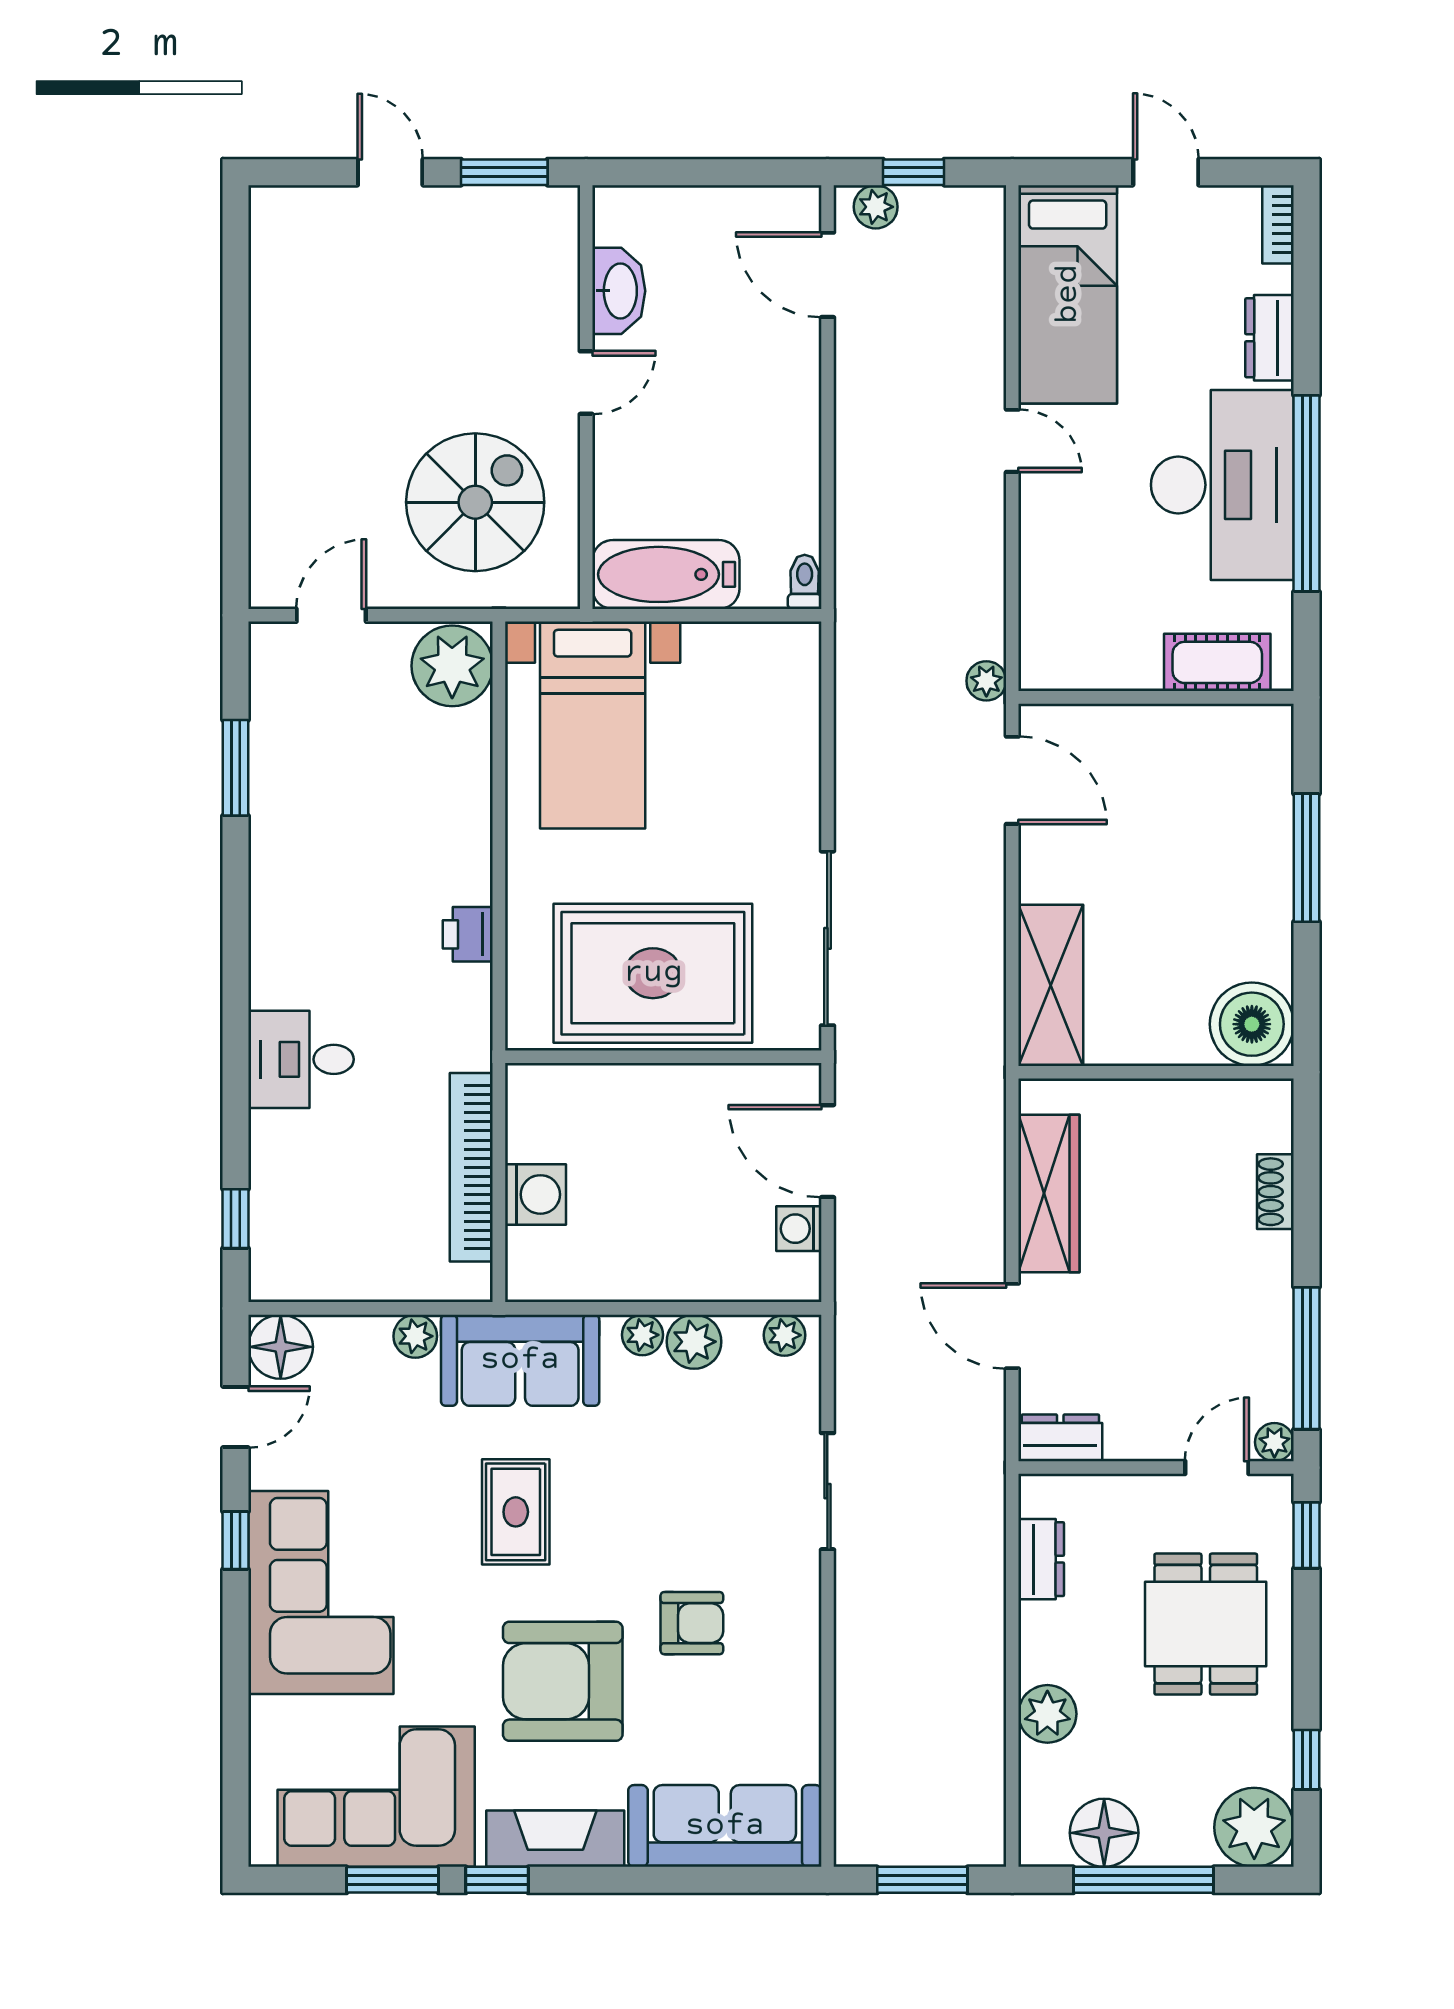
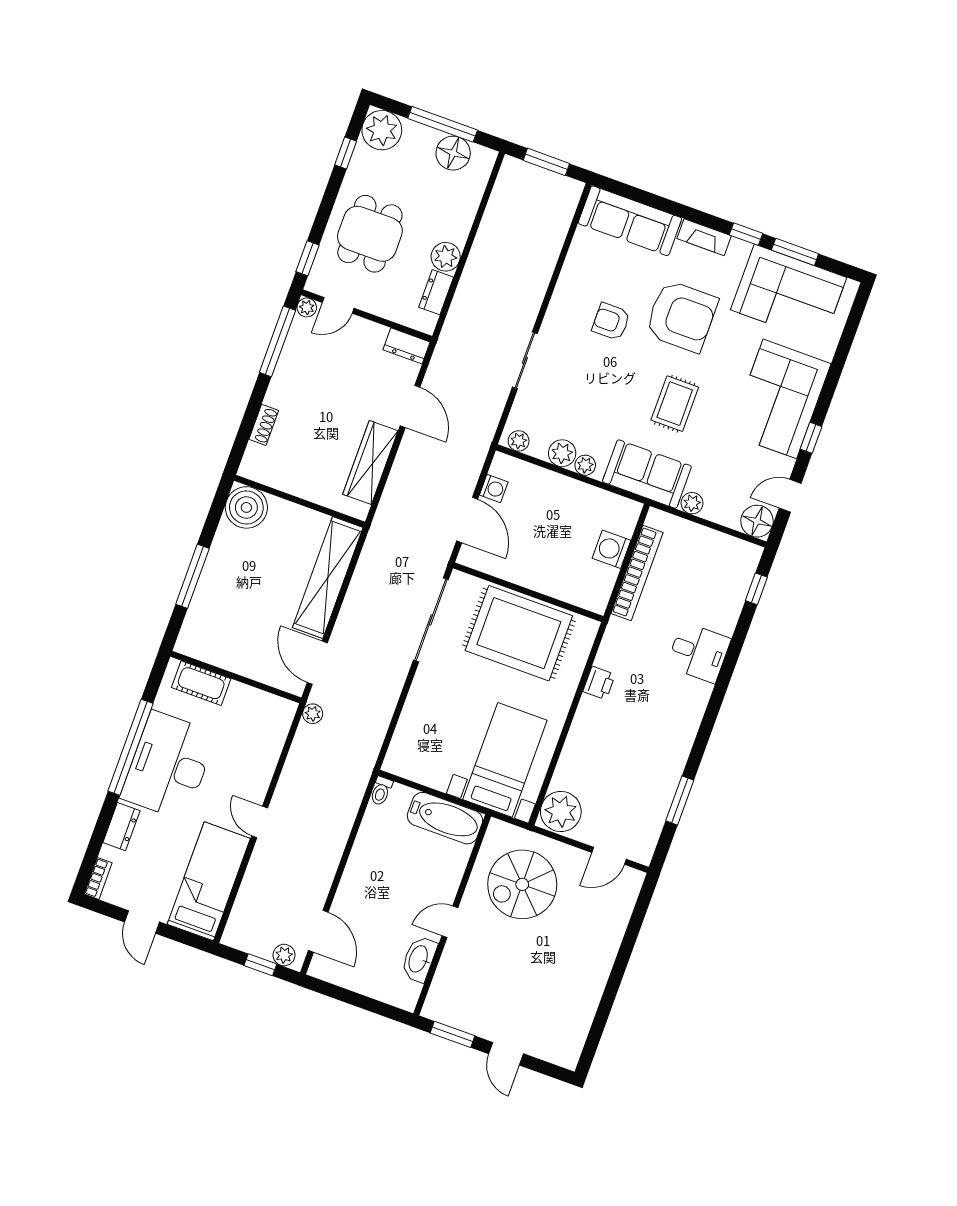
shelving: (1051, 985) -> (328, 578), width x1.47
plant: (1047, 1714) -> (446, 257), moved
fireplace: (555, 1839) -> (704, 237), width x0.73, depth x0.76

